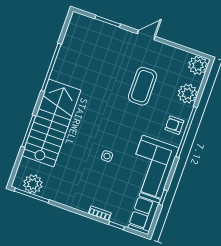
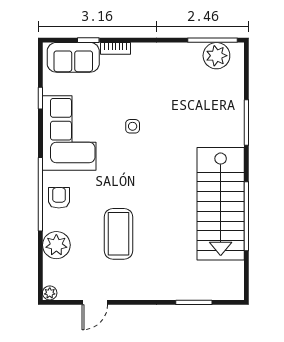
door: (146, 35) -> (95, 302), moved
plant: (198, 65) -> (50, 293), width x0.53, depth x0.53
stairs: (51, 123) -> (221, 204), moved
armchair: (174, 125) -> (59, 198), turned -90
sofa: (144, 214) -> (73, 57), moved, turned 90

